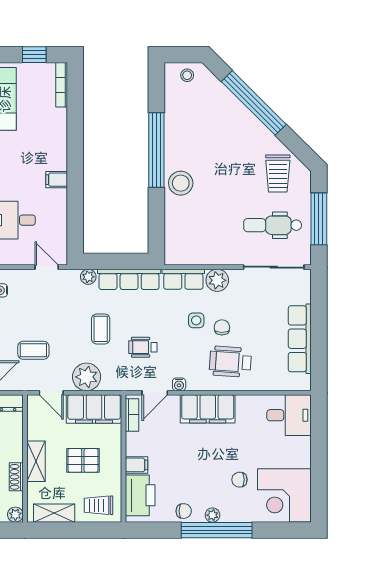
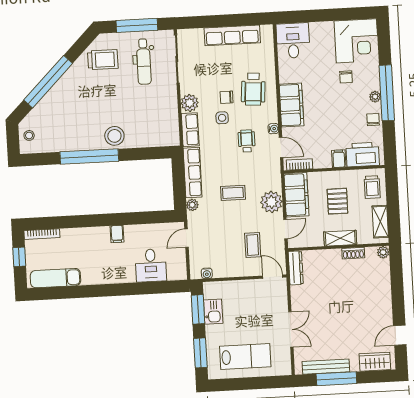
wheelchair: (143, 347) -> (247, 141), moved, turned 180

